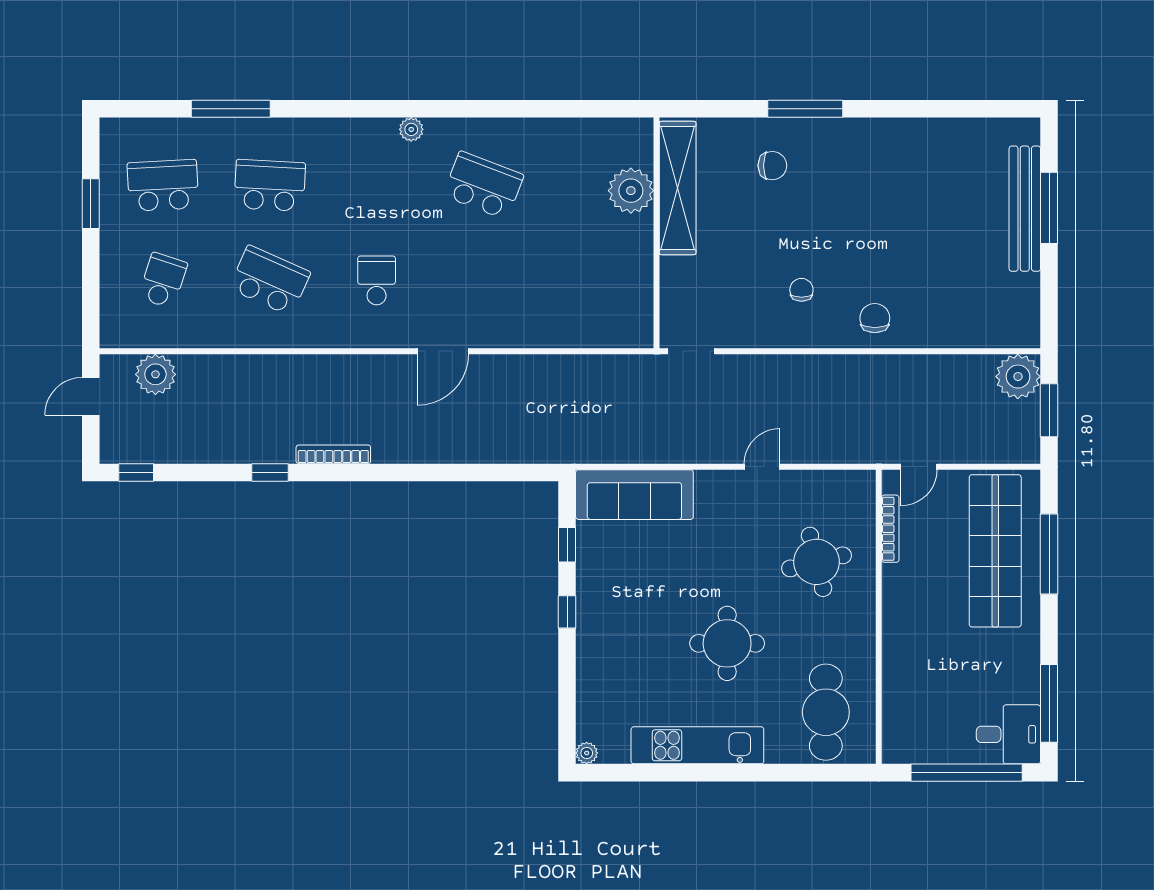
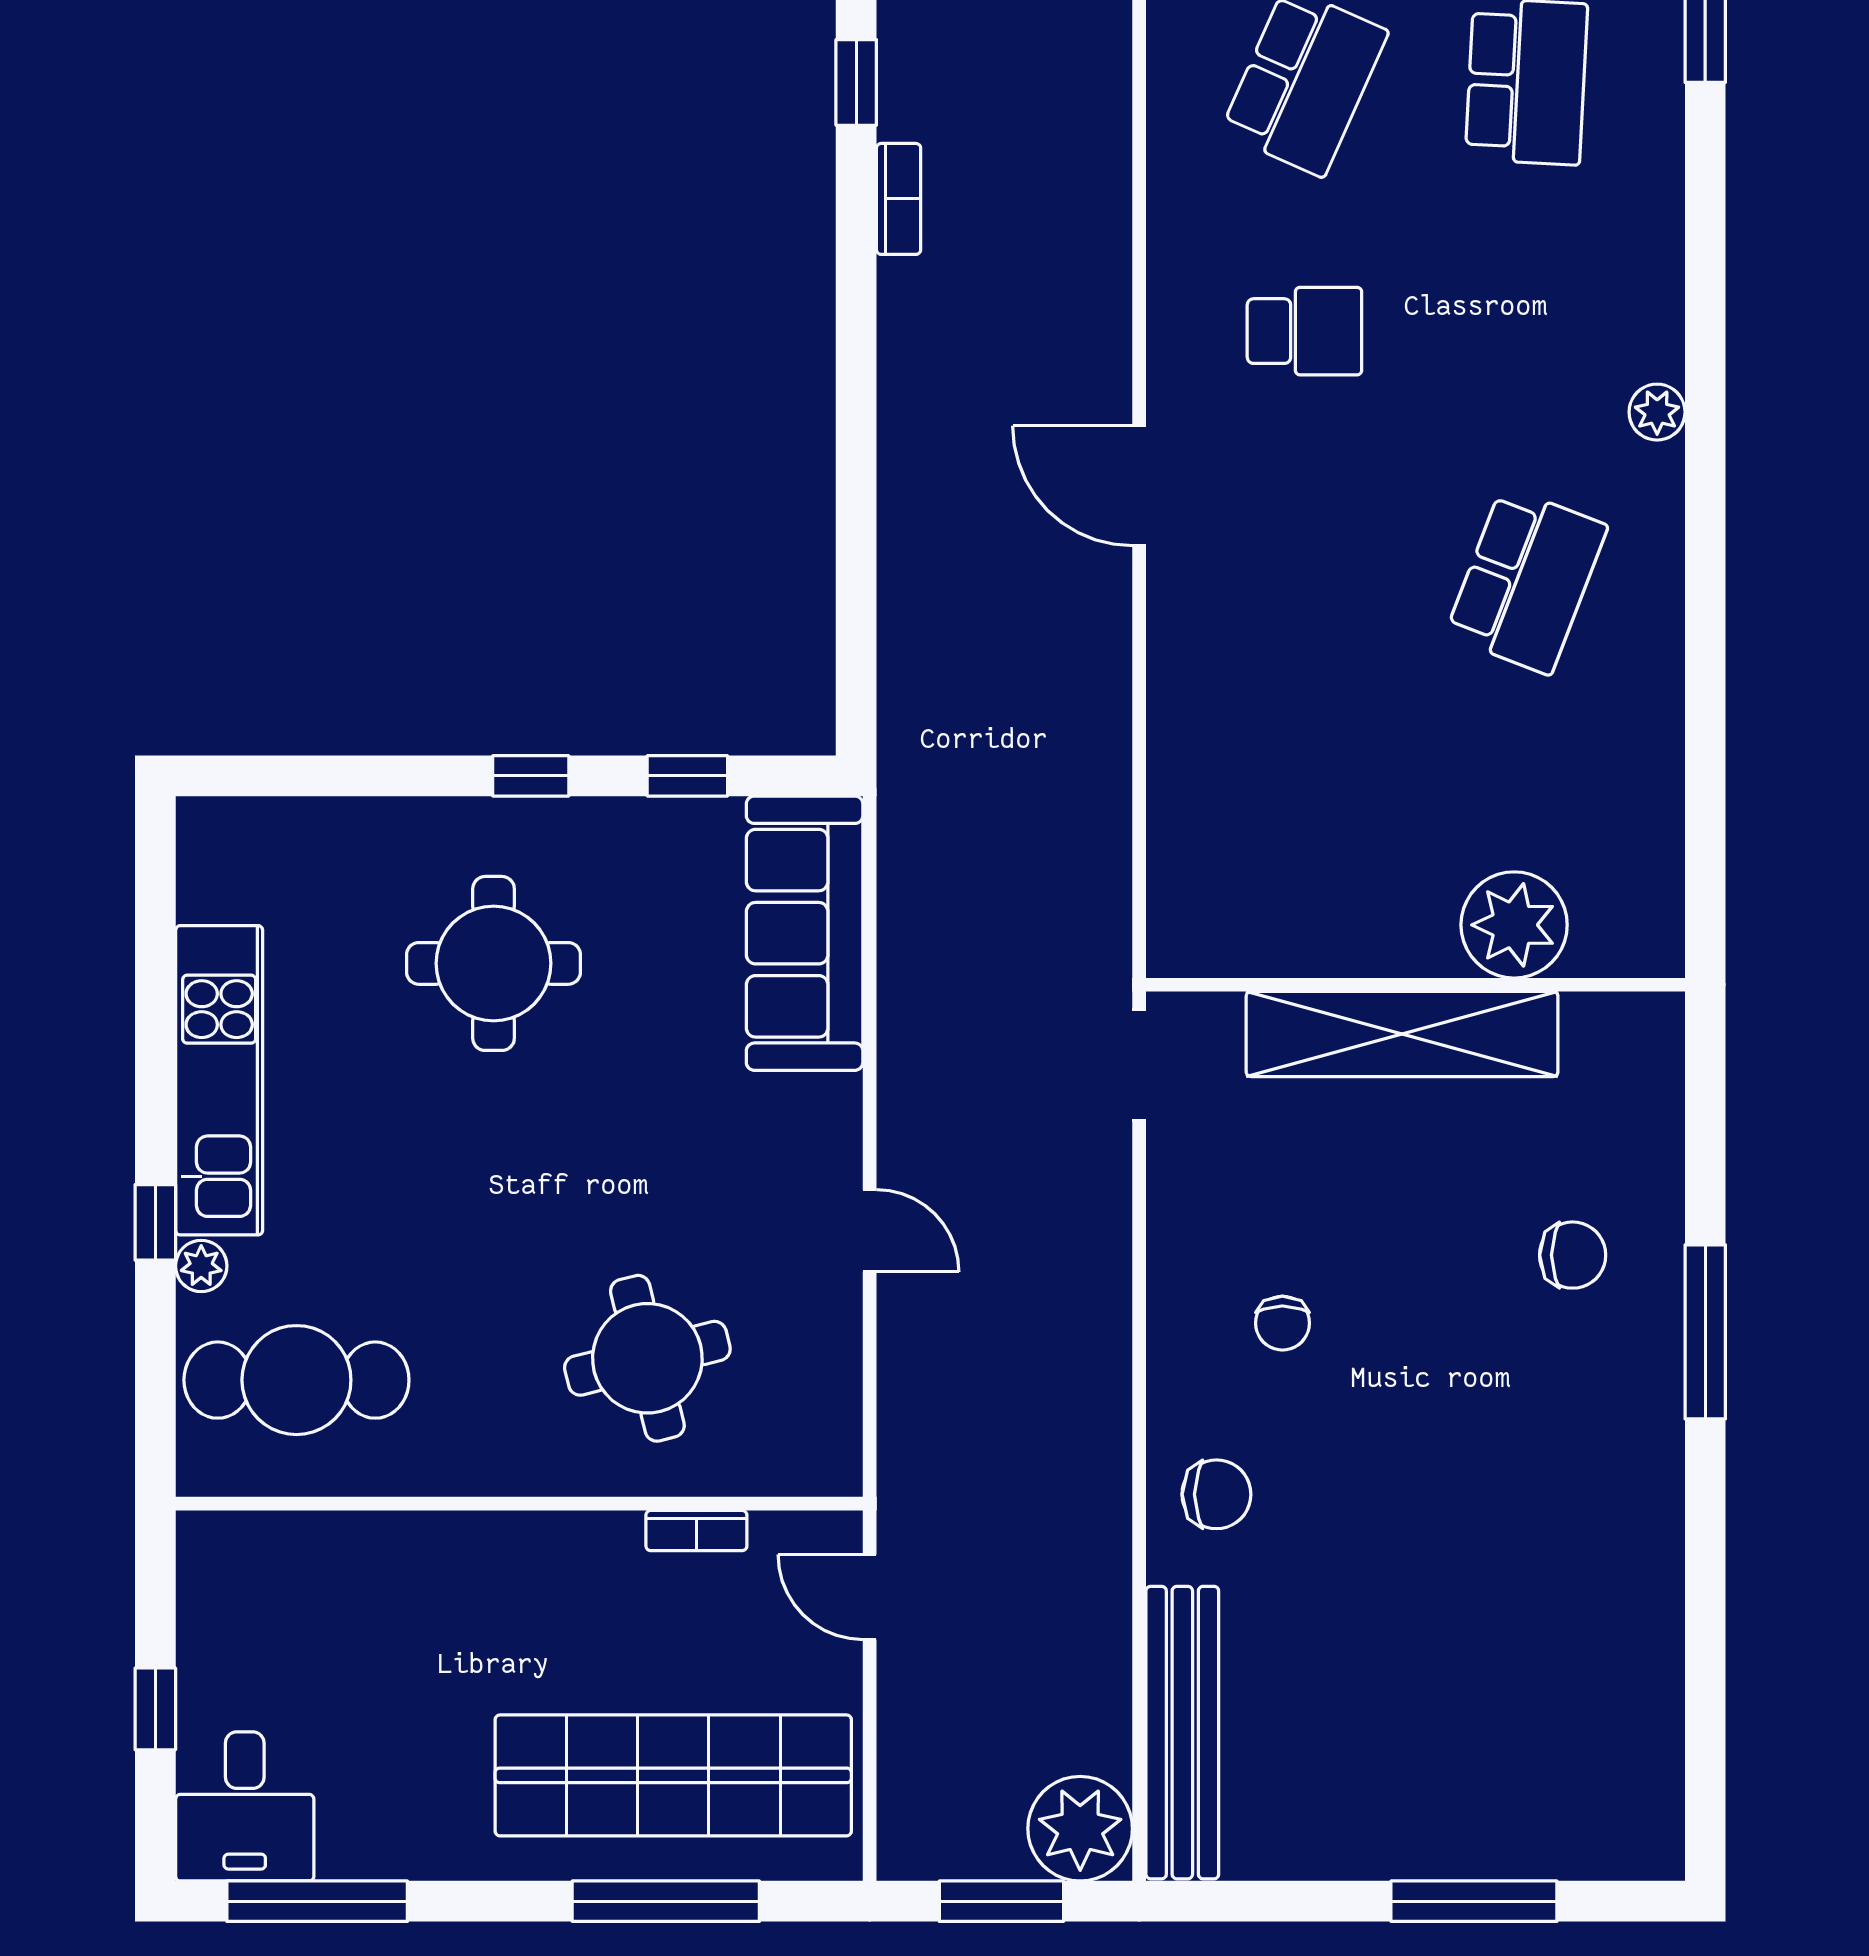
chair: (772, 166) -> (1573, 1255), turned -90
shelving: (678, 188) -> (1402, 1034), moved
bench: (1025, 209) -> (1182, 1733), moved, turned 90
chair: (801, 290) -> (1282, 1323), turned 90
bookcase: (333, 454) -> (899, 199), width x0.64
bookcase: (890, 529) -> (696, 1531), width x0.64
round table: (727, 643) -> (494, 963), moved
plant: (587, 753) -> (201, 1266), moved
window: (758, 773) -> (155, 1222), added
window: (967, 773) -> (155, 1709), width x0.32

